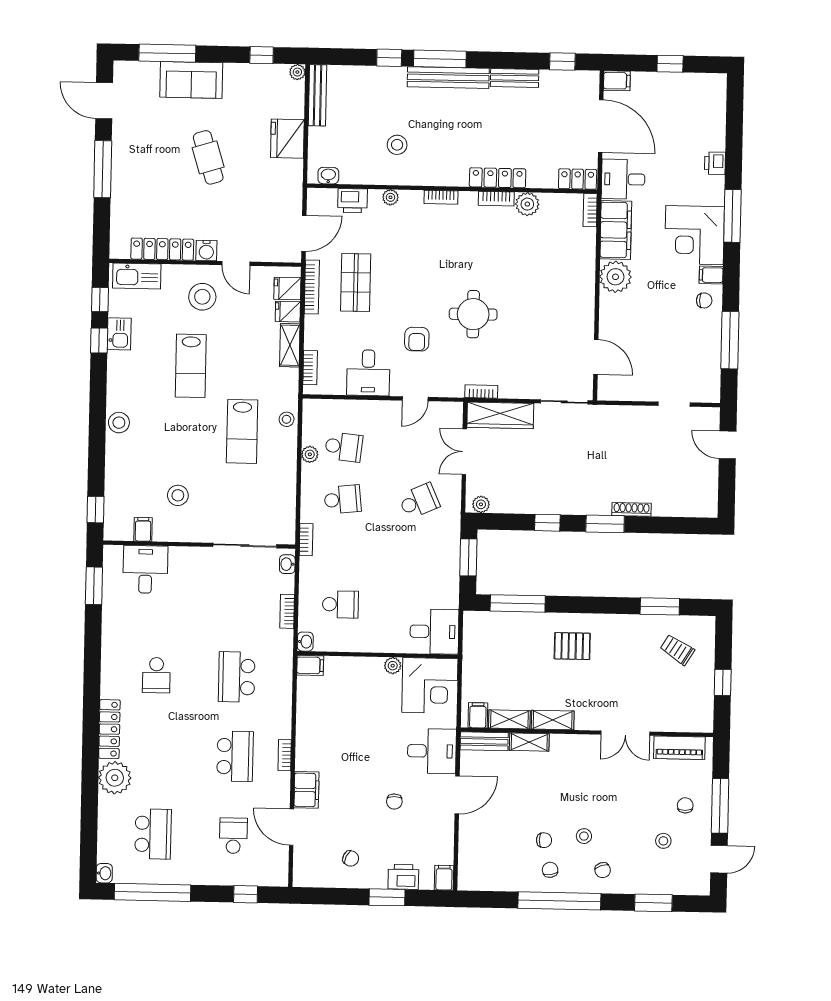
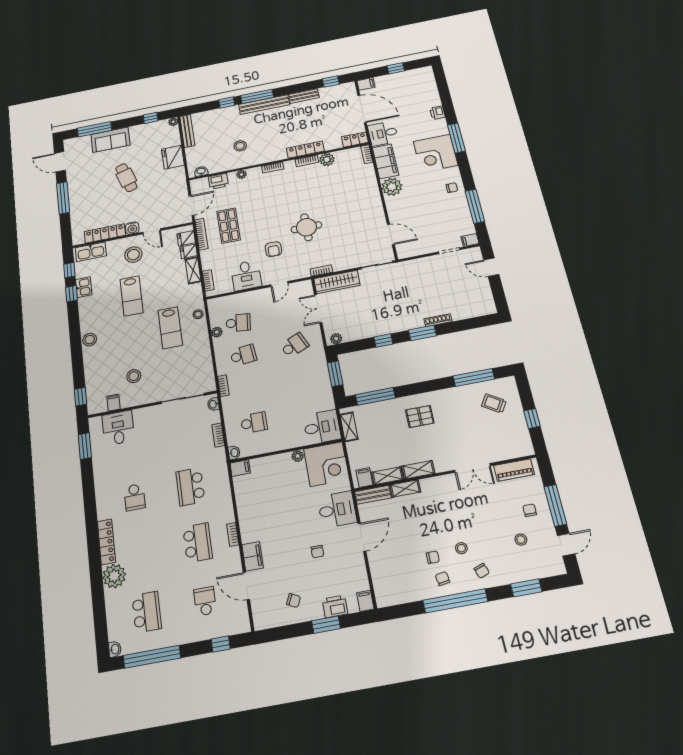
filing cabinet: (711, 275) -> (470, 240), moved
window: (660, 606) -> (474, 378), width x1.44
shelving: (472, 639) -> (349, 427), added

